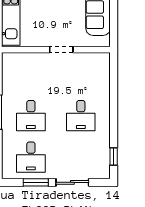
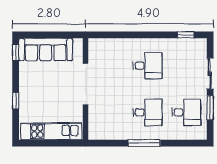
doorway: (61, 50) -> (85, 84), width x1.88

